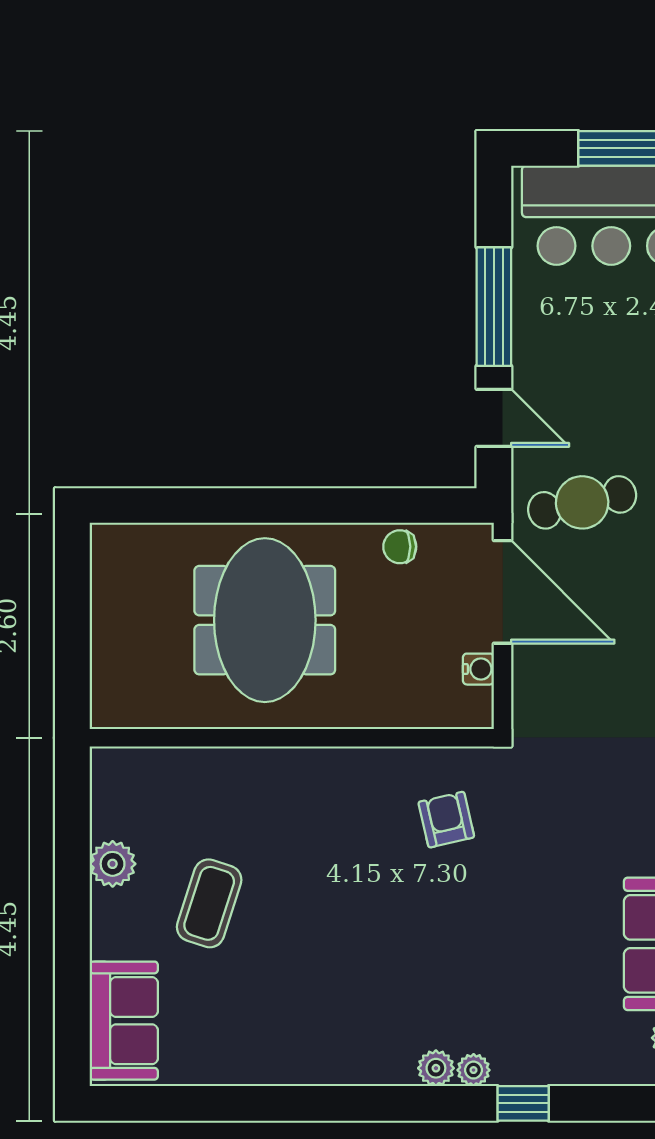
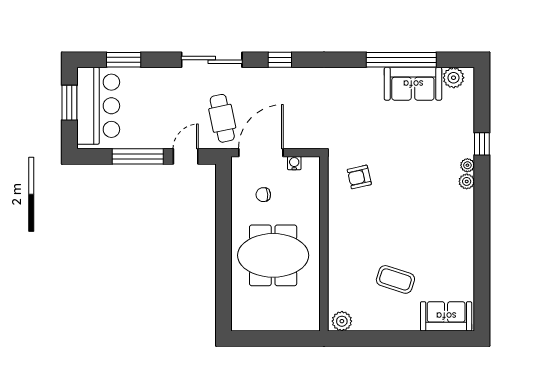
chair: (400, 547) -> (263, 195), moved, turned 86
plant: (113, 864) -> (342, 321), moved

